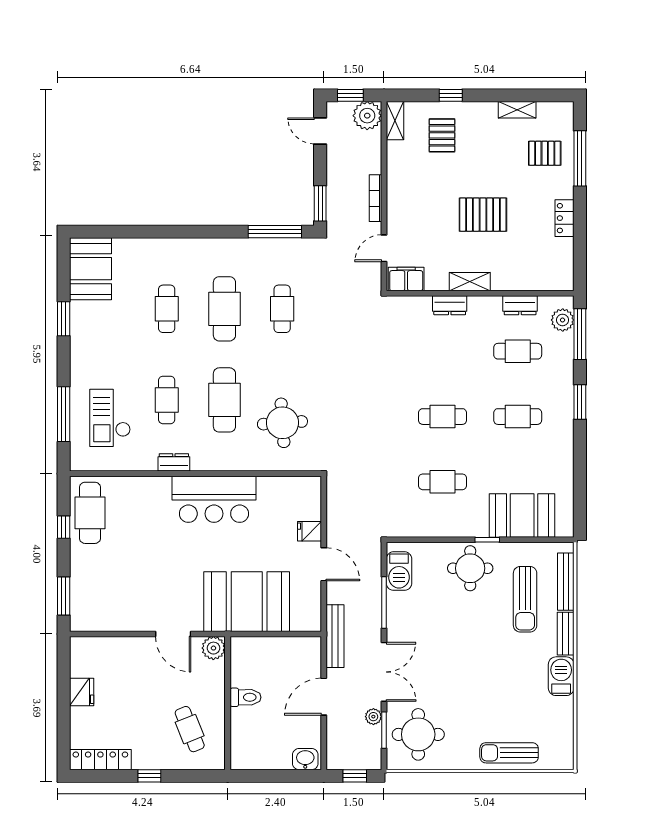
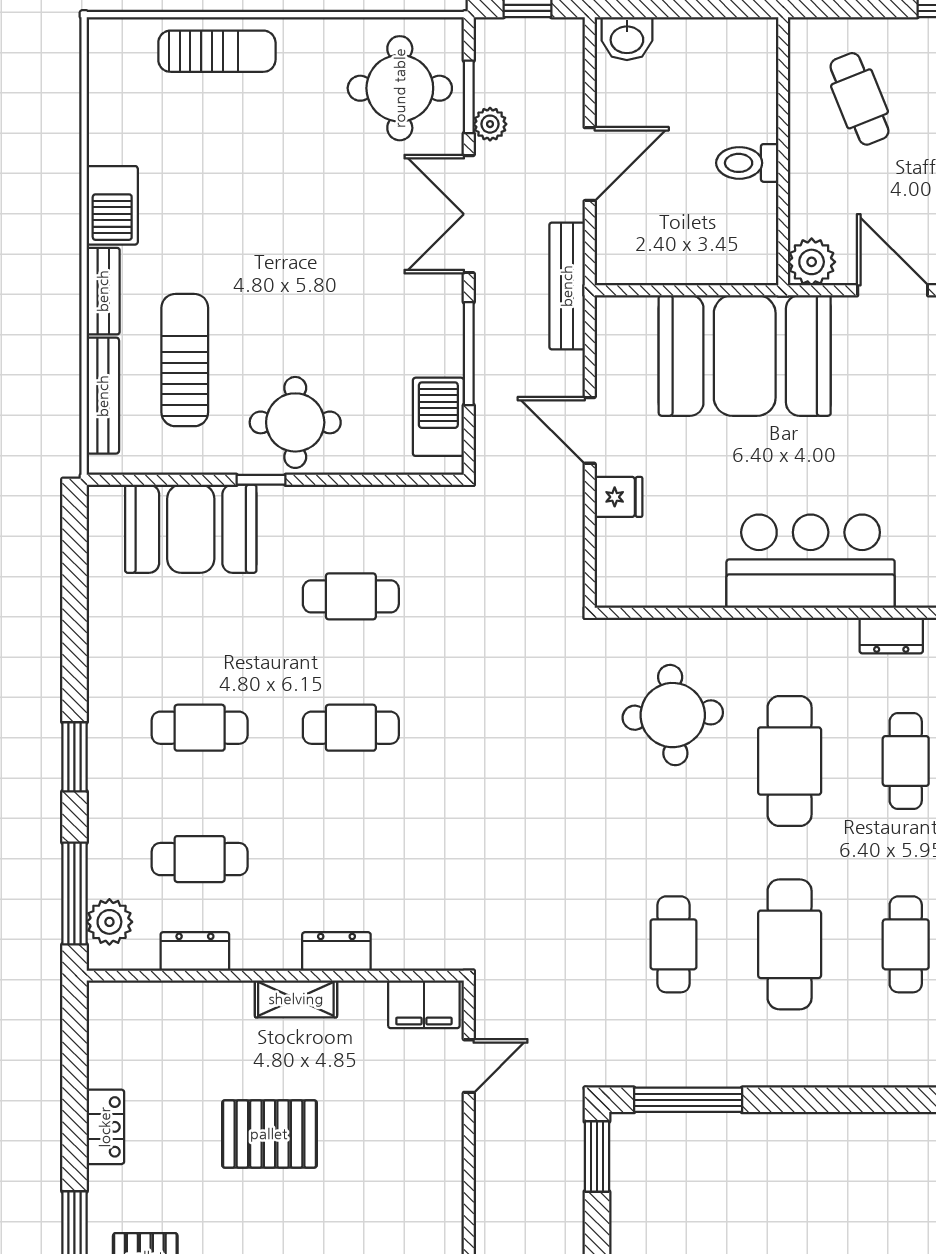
bookcase: (375, 198) -> (486, 1167), removed

